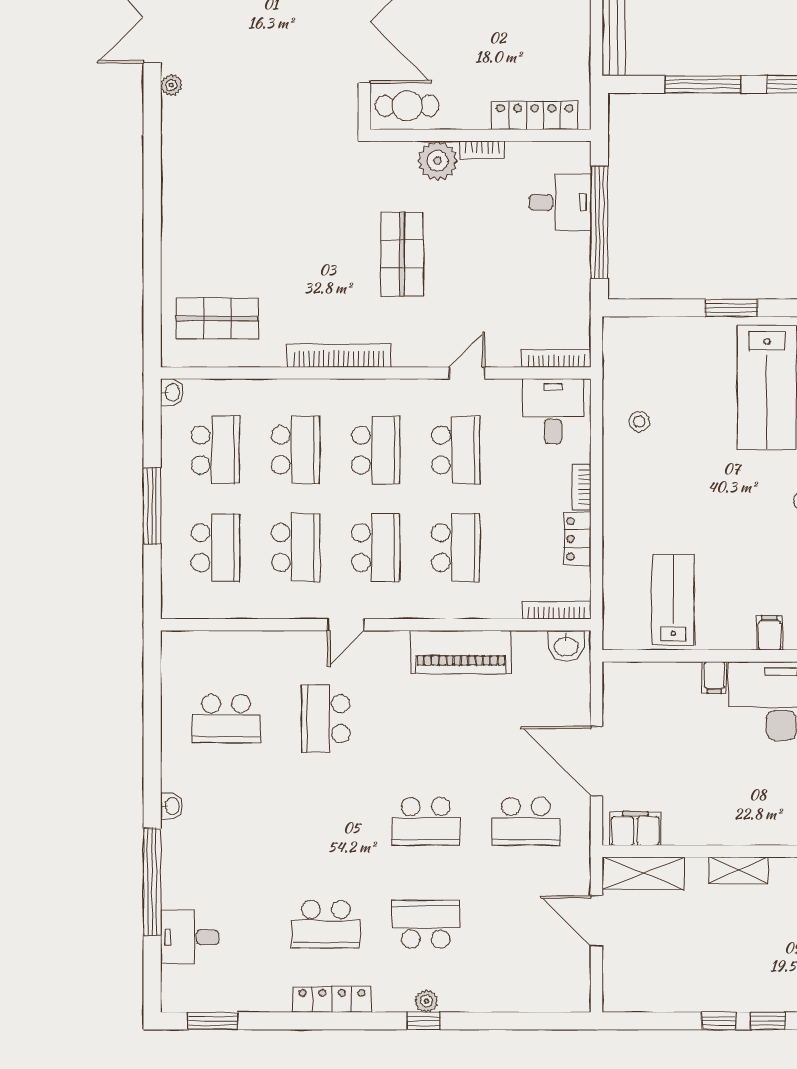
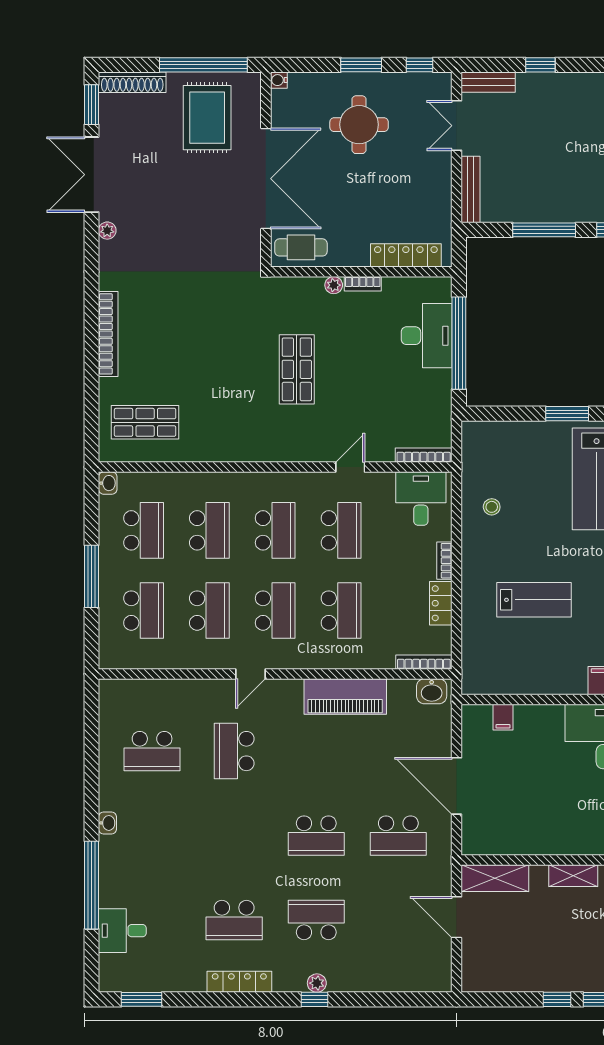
plant: (438, 161) -> (334, 285), width x0.53, depth x0.53
desk: (560, 202) -> (427, 336), width x1.37
bookcase: (339, 355) -> (108, 334), moved, turned 90
lab bench: (673, 600) -> (534, 600), moved, turned 90
filing cabinet: (714, 677) -> (503, 717), moved
filing cabinet: (635, 828) -> (489, 841), removed

